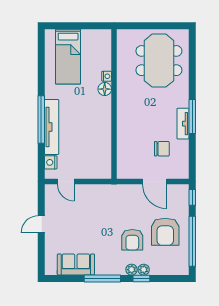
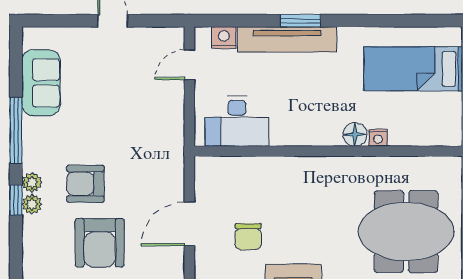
window: (41, 119) -> (301, 21), width x0.47
desk: (97, 155) -> (237, 121), added
armchair: (165, 232) -> (100, 243), turned -90

